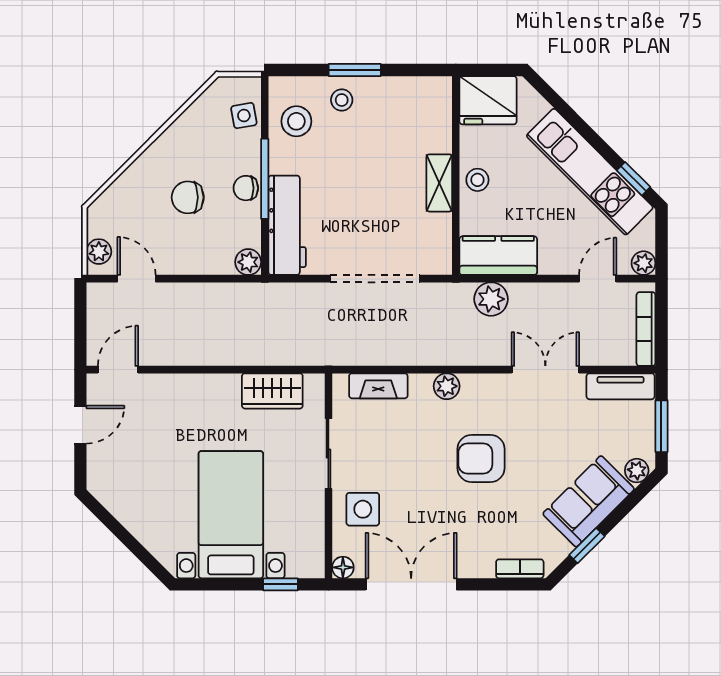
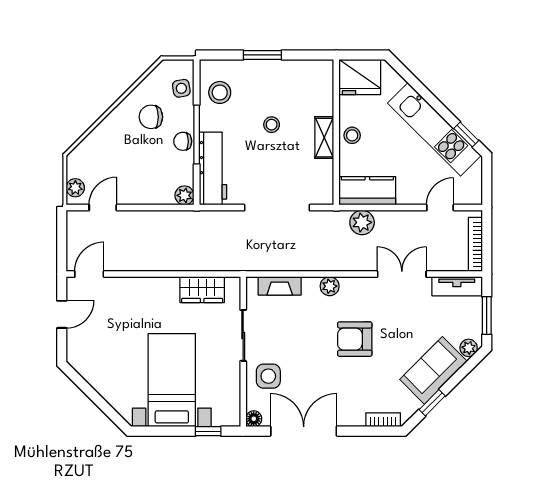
stool: (342, 100) -> (272, 125), moved
chair: (188, 197) -> (151, 117), moved
plant: (643, 263) -> (474, 196), removed
door: (136, 279) -> (103, 208), hinge flipped

